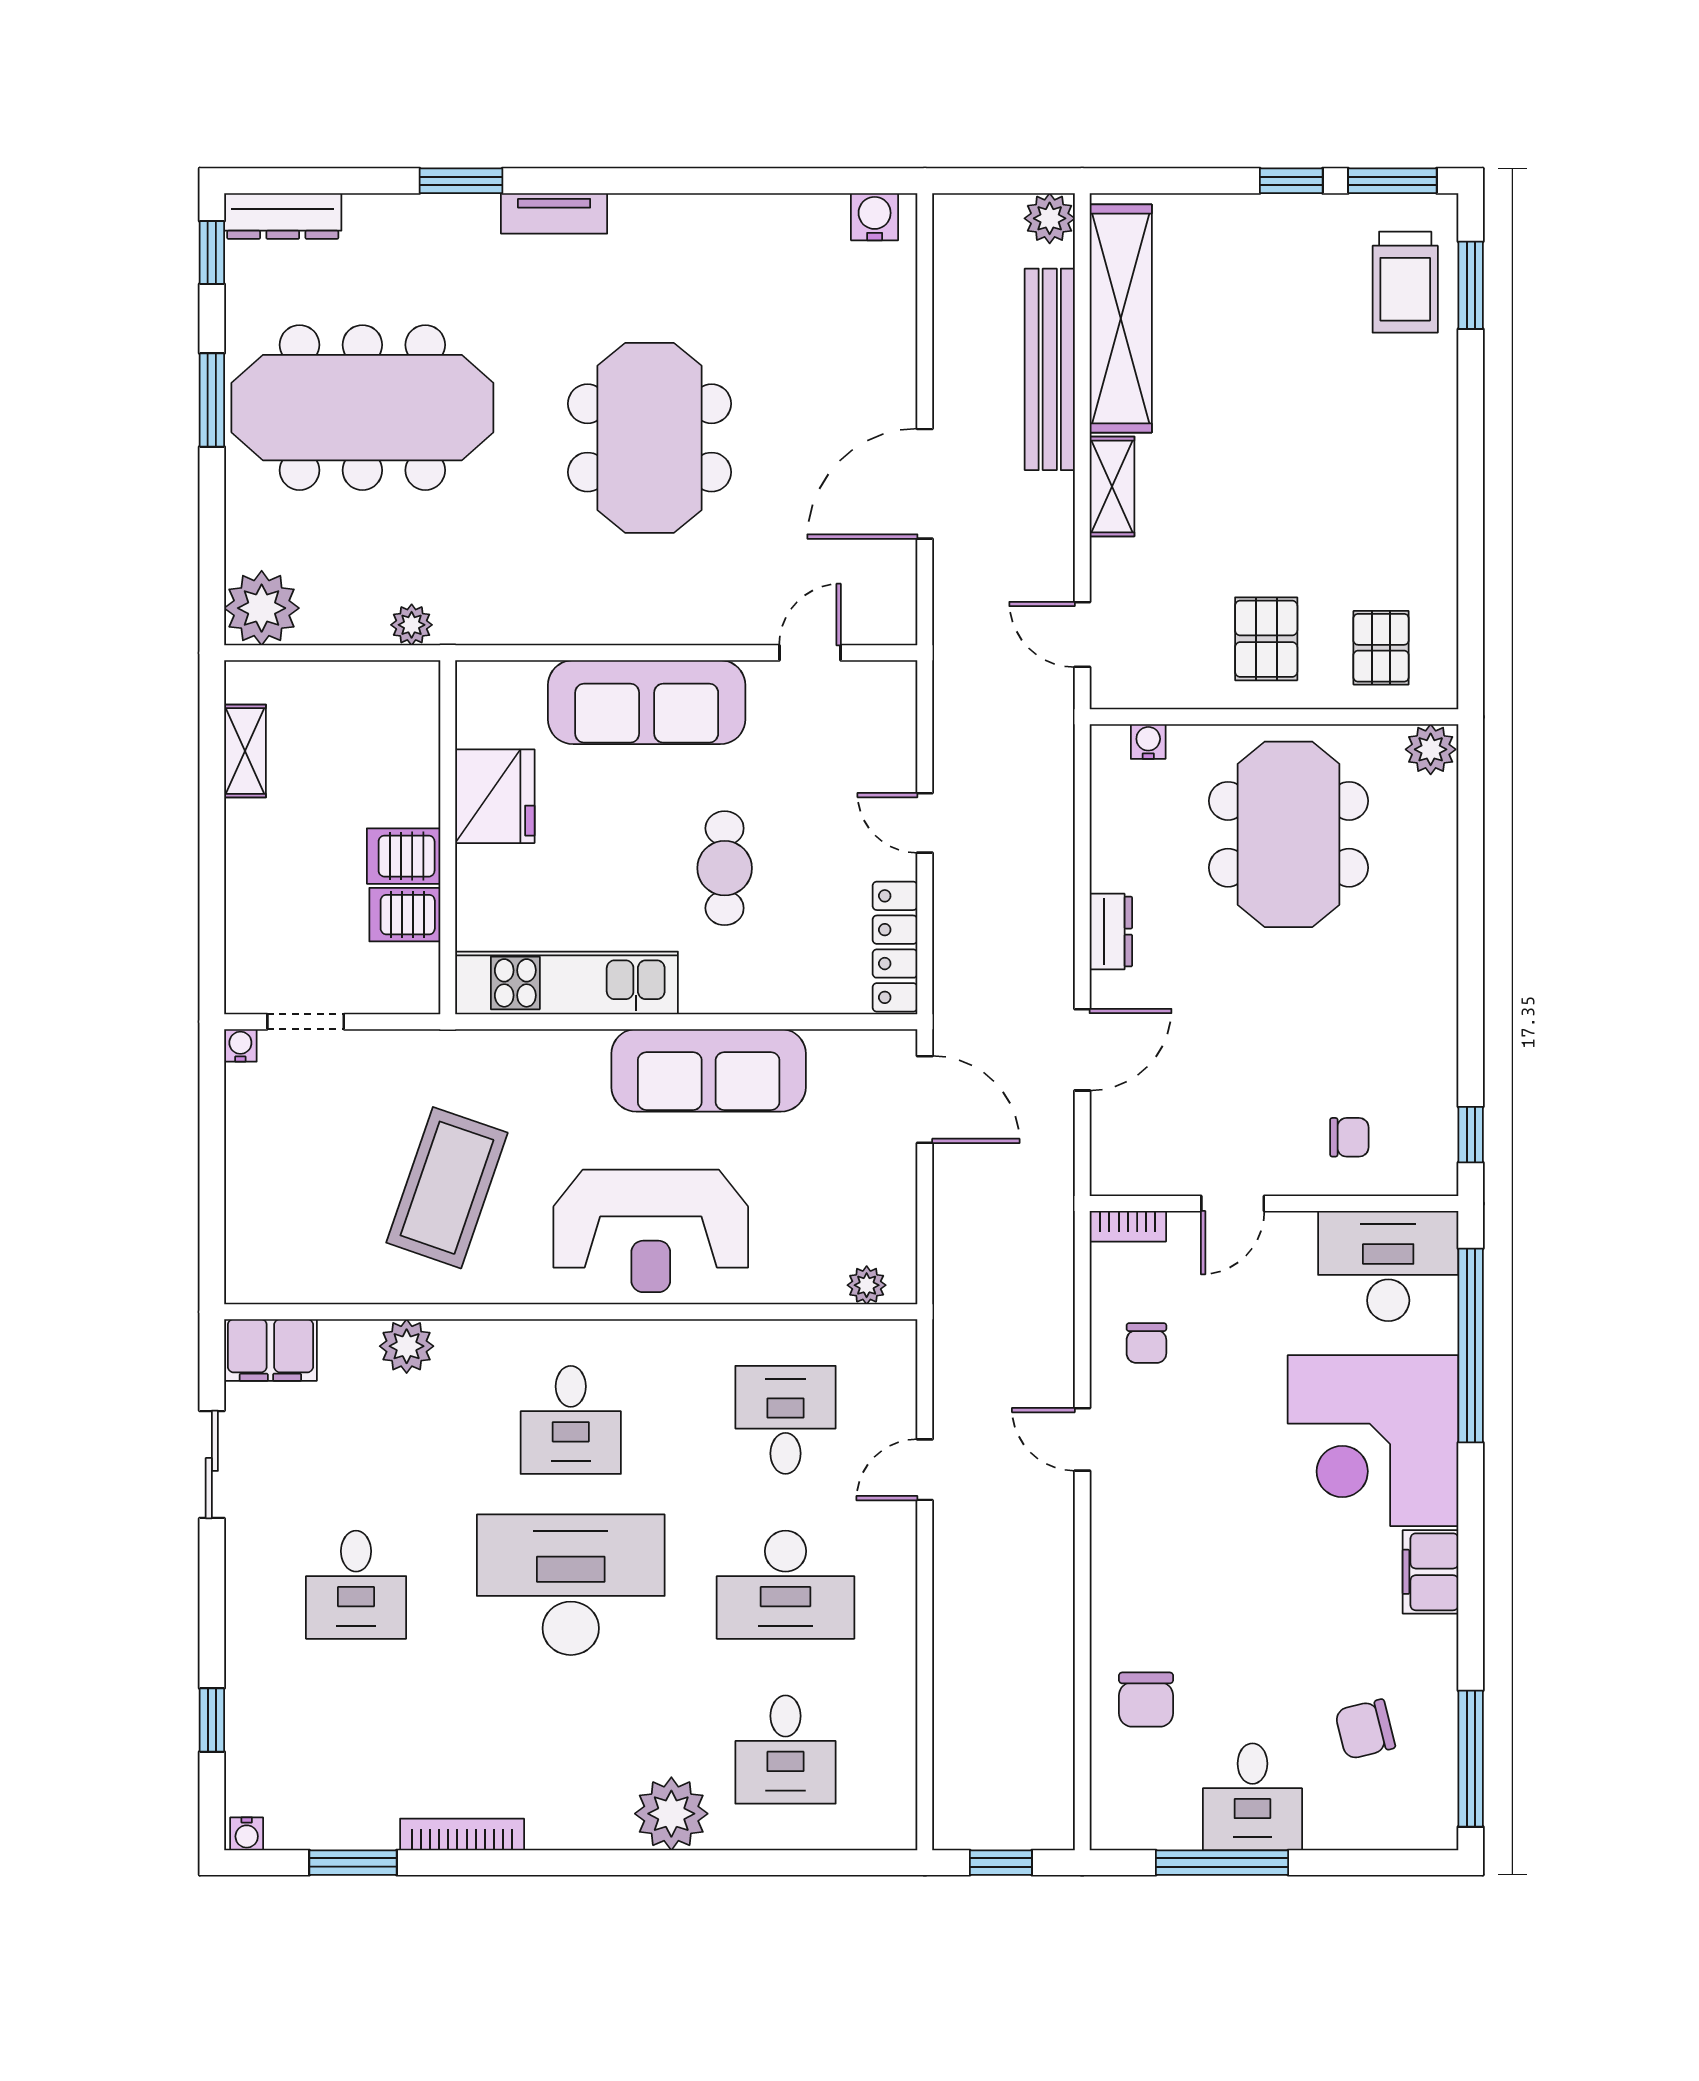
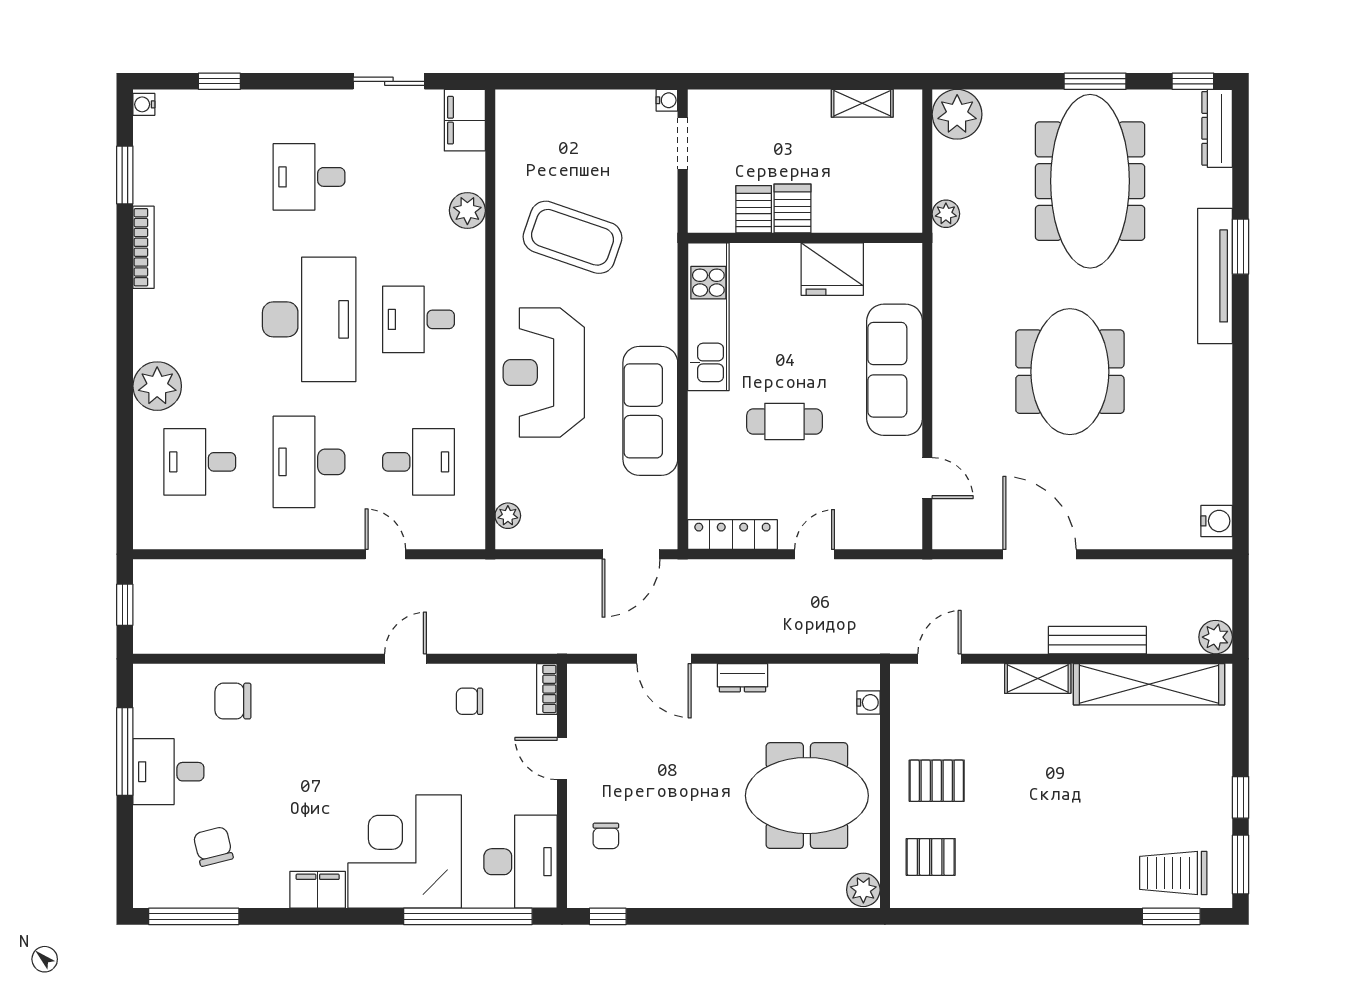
tv unit: (554, 213) -> (1215, 276), width x1.92, depth x1.29
bench: (1050, 369) -> (1097, 640), width x0.73, depth x0.82
meeting table: (649, 438) -> (1070, 372), turned 90

